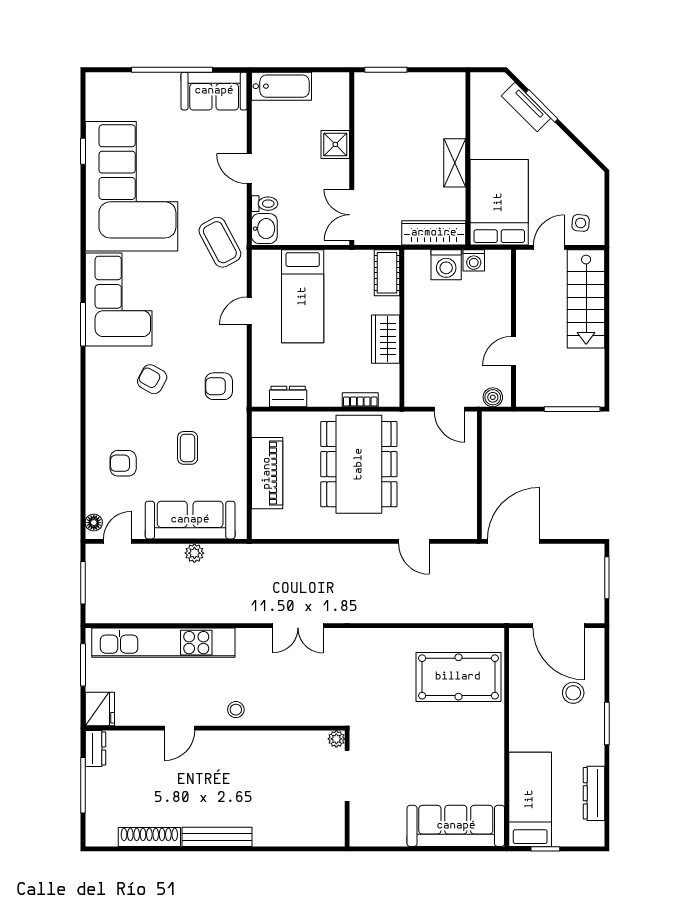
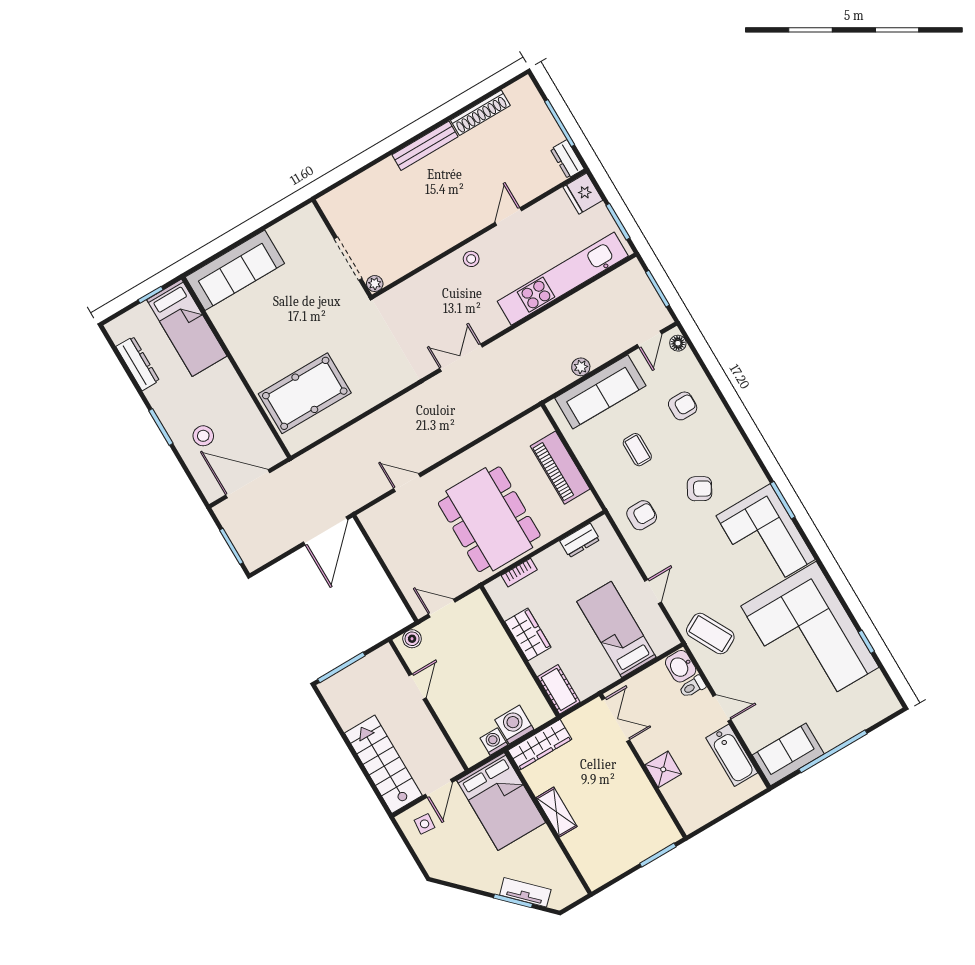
bathtub: (282, 86) -> (732, 755), moved, turned -90

